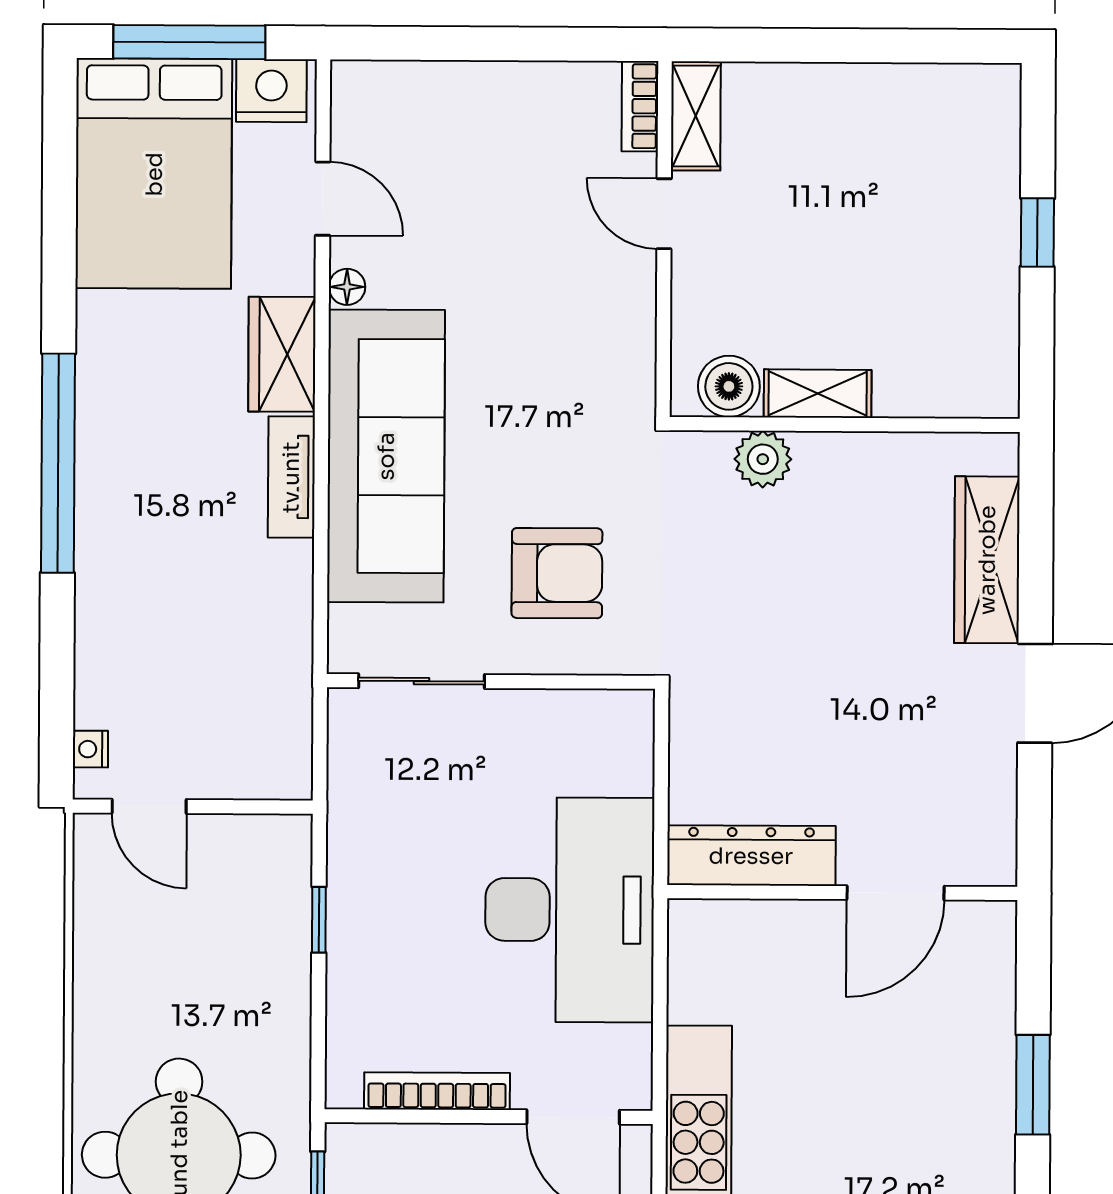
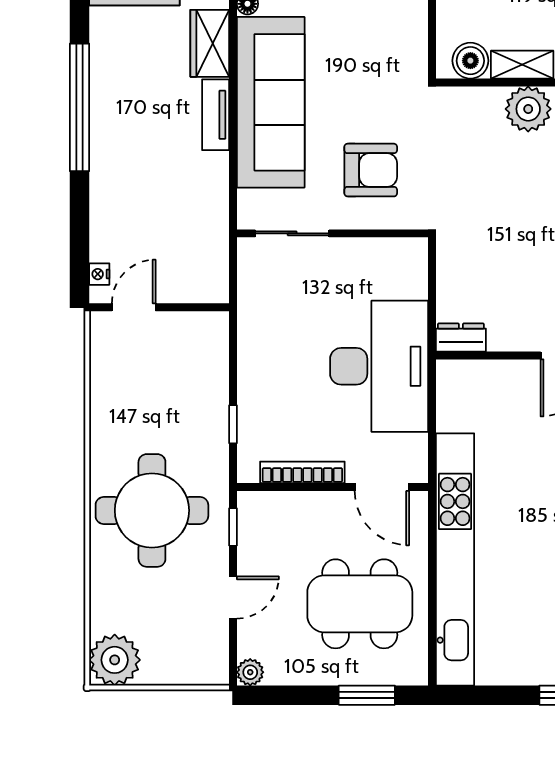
plant: (763, 459) -> (528, 109), moved, width x1.36, depth x1.36
door: (149, 806) -> (134, 307), swing flipped
dresser: (751, 856) -> (461, 338), width x0.51, depth x0.80
window: (319, 920) -> (233, 424), moved

